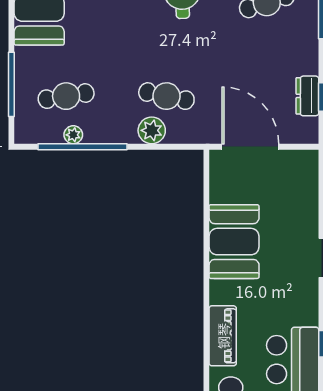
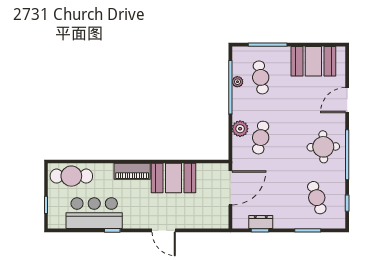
piano: (223, 336) -> (132, 171), moved

